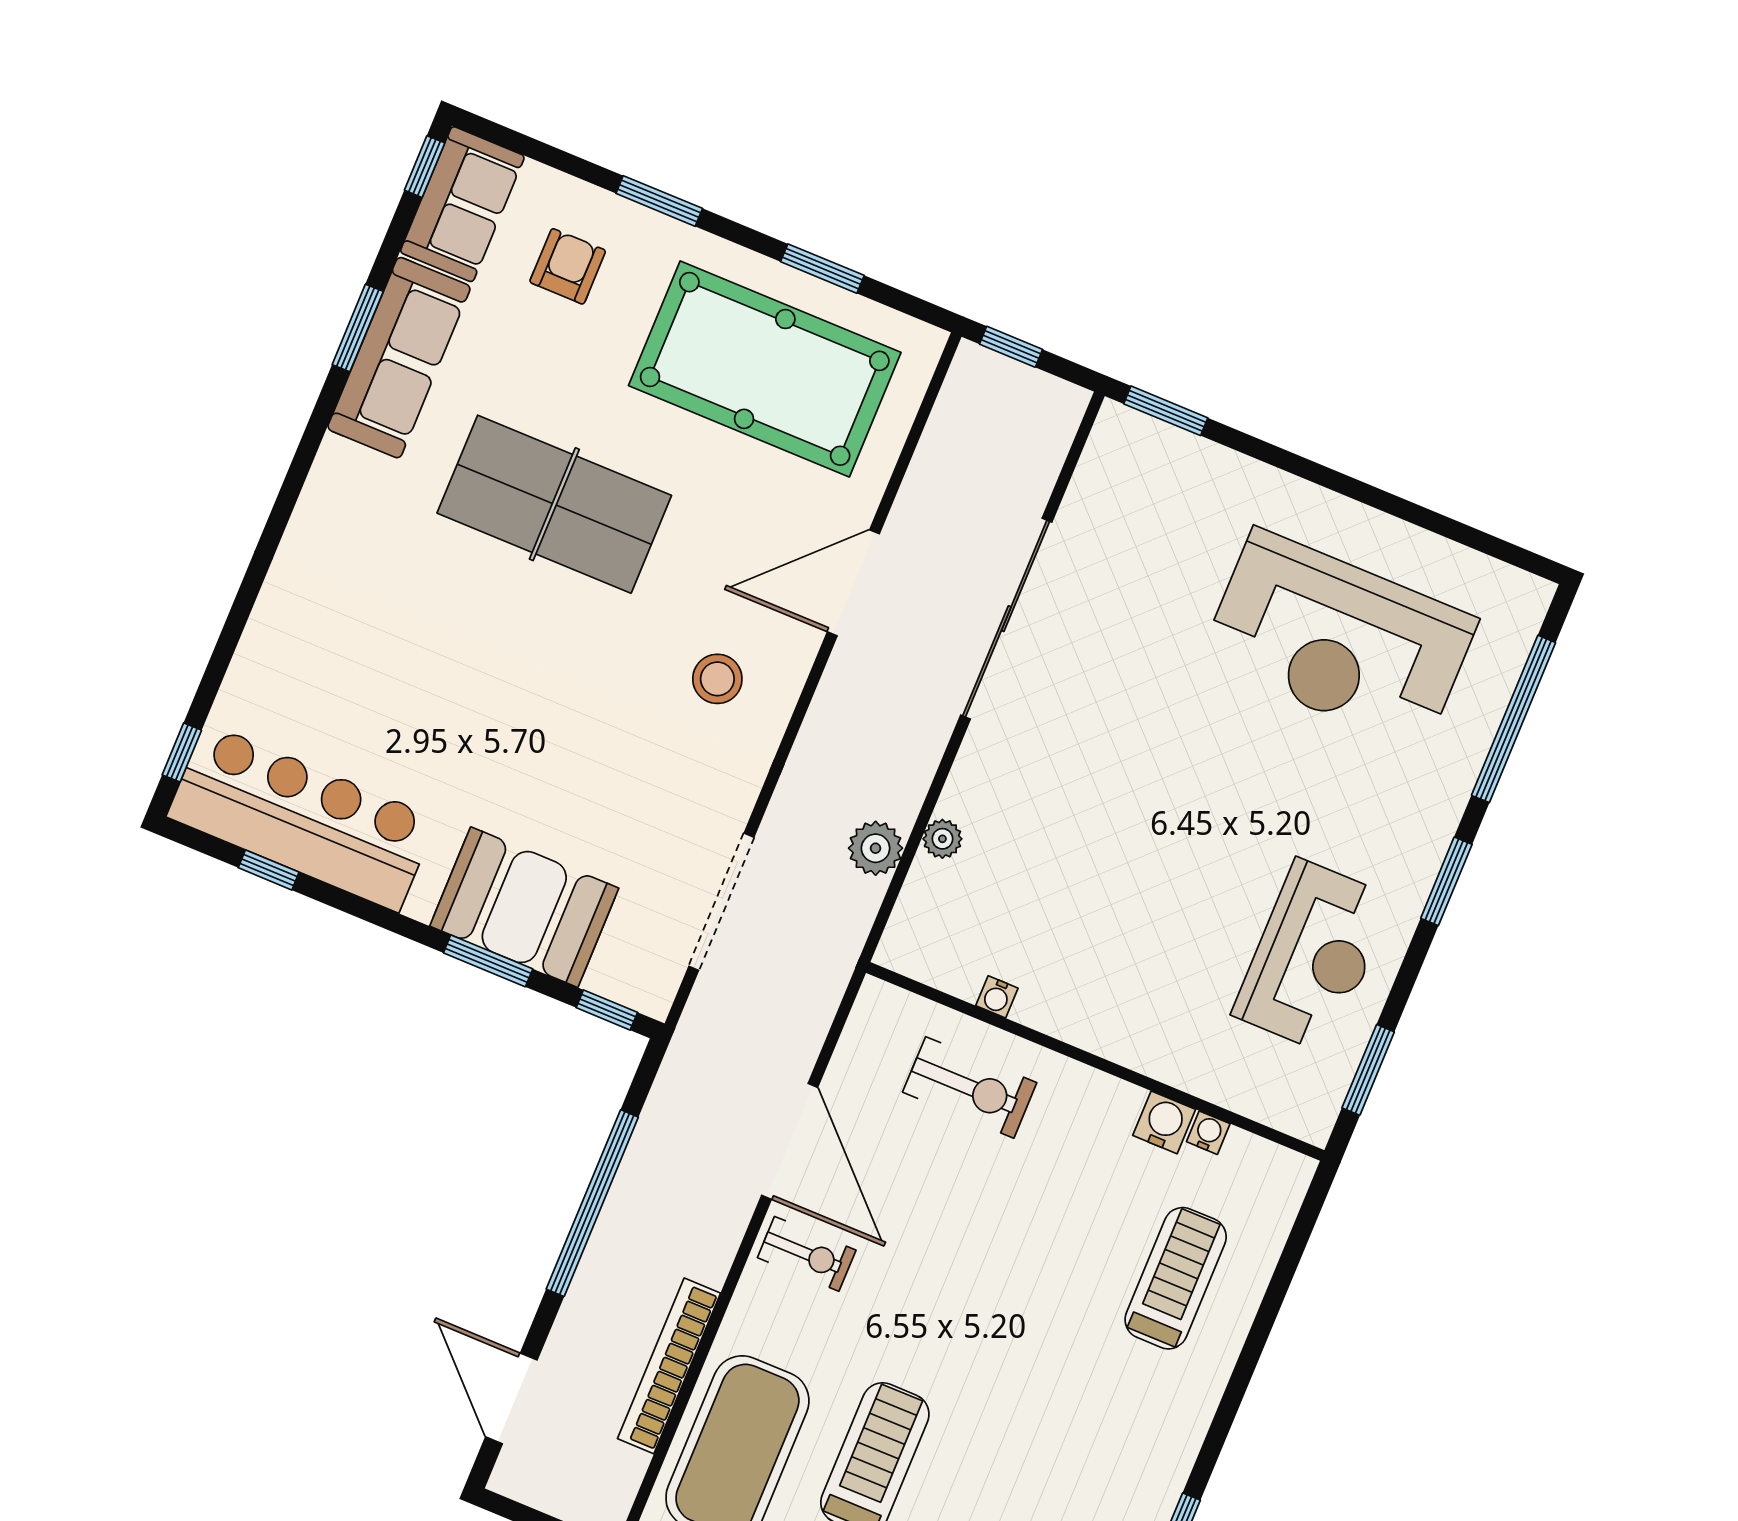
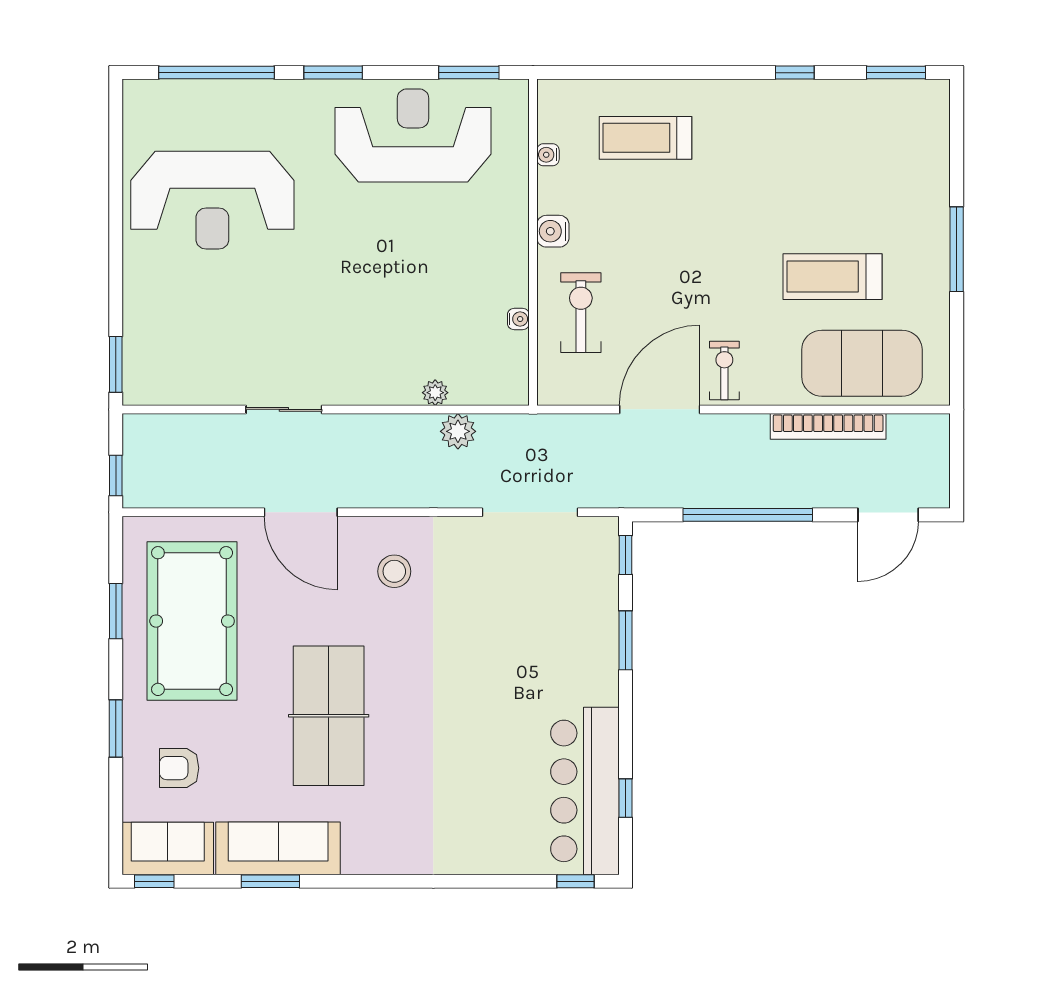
sliding door: (1006, 619) -> (284, 409), width x0.54
reception desk: (1339, 640) -> (212, 200), turned 90
booth: (524, 907) -> (583, 632), removed
reception desk: (1313, 956) -> (413, 136), width x1.36, depth x1.30
water cooler: (1164, 1122) -> (553, 231), moved

